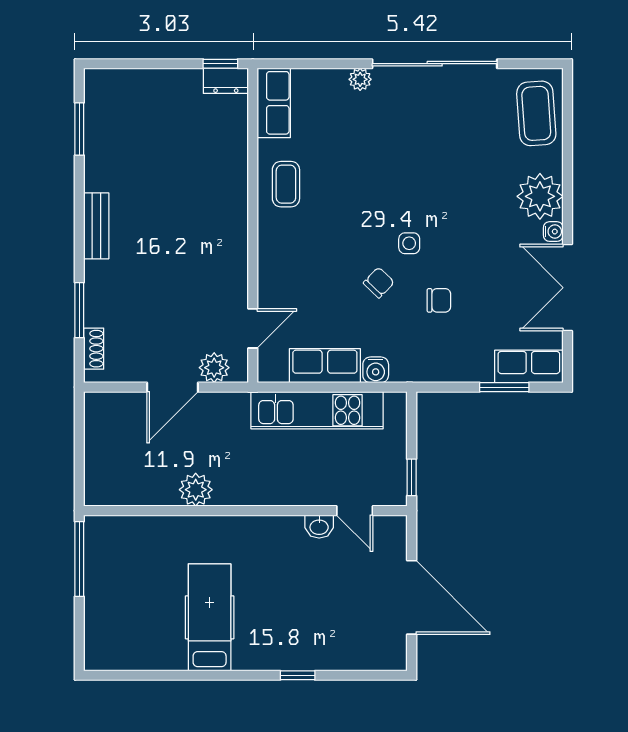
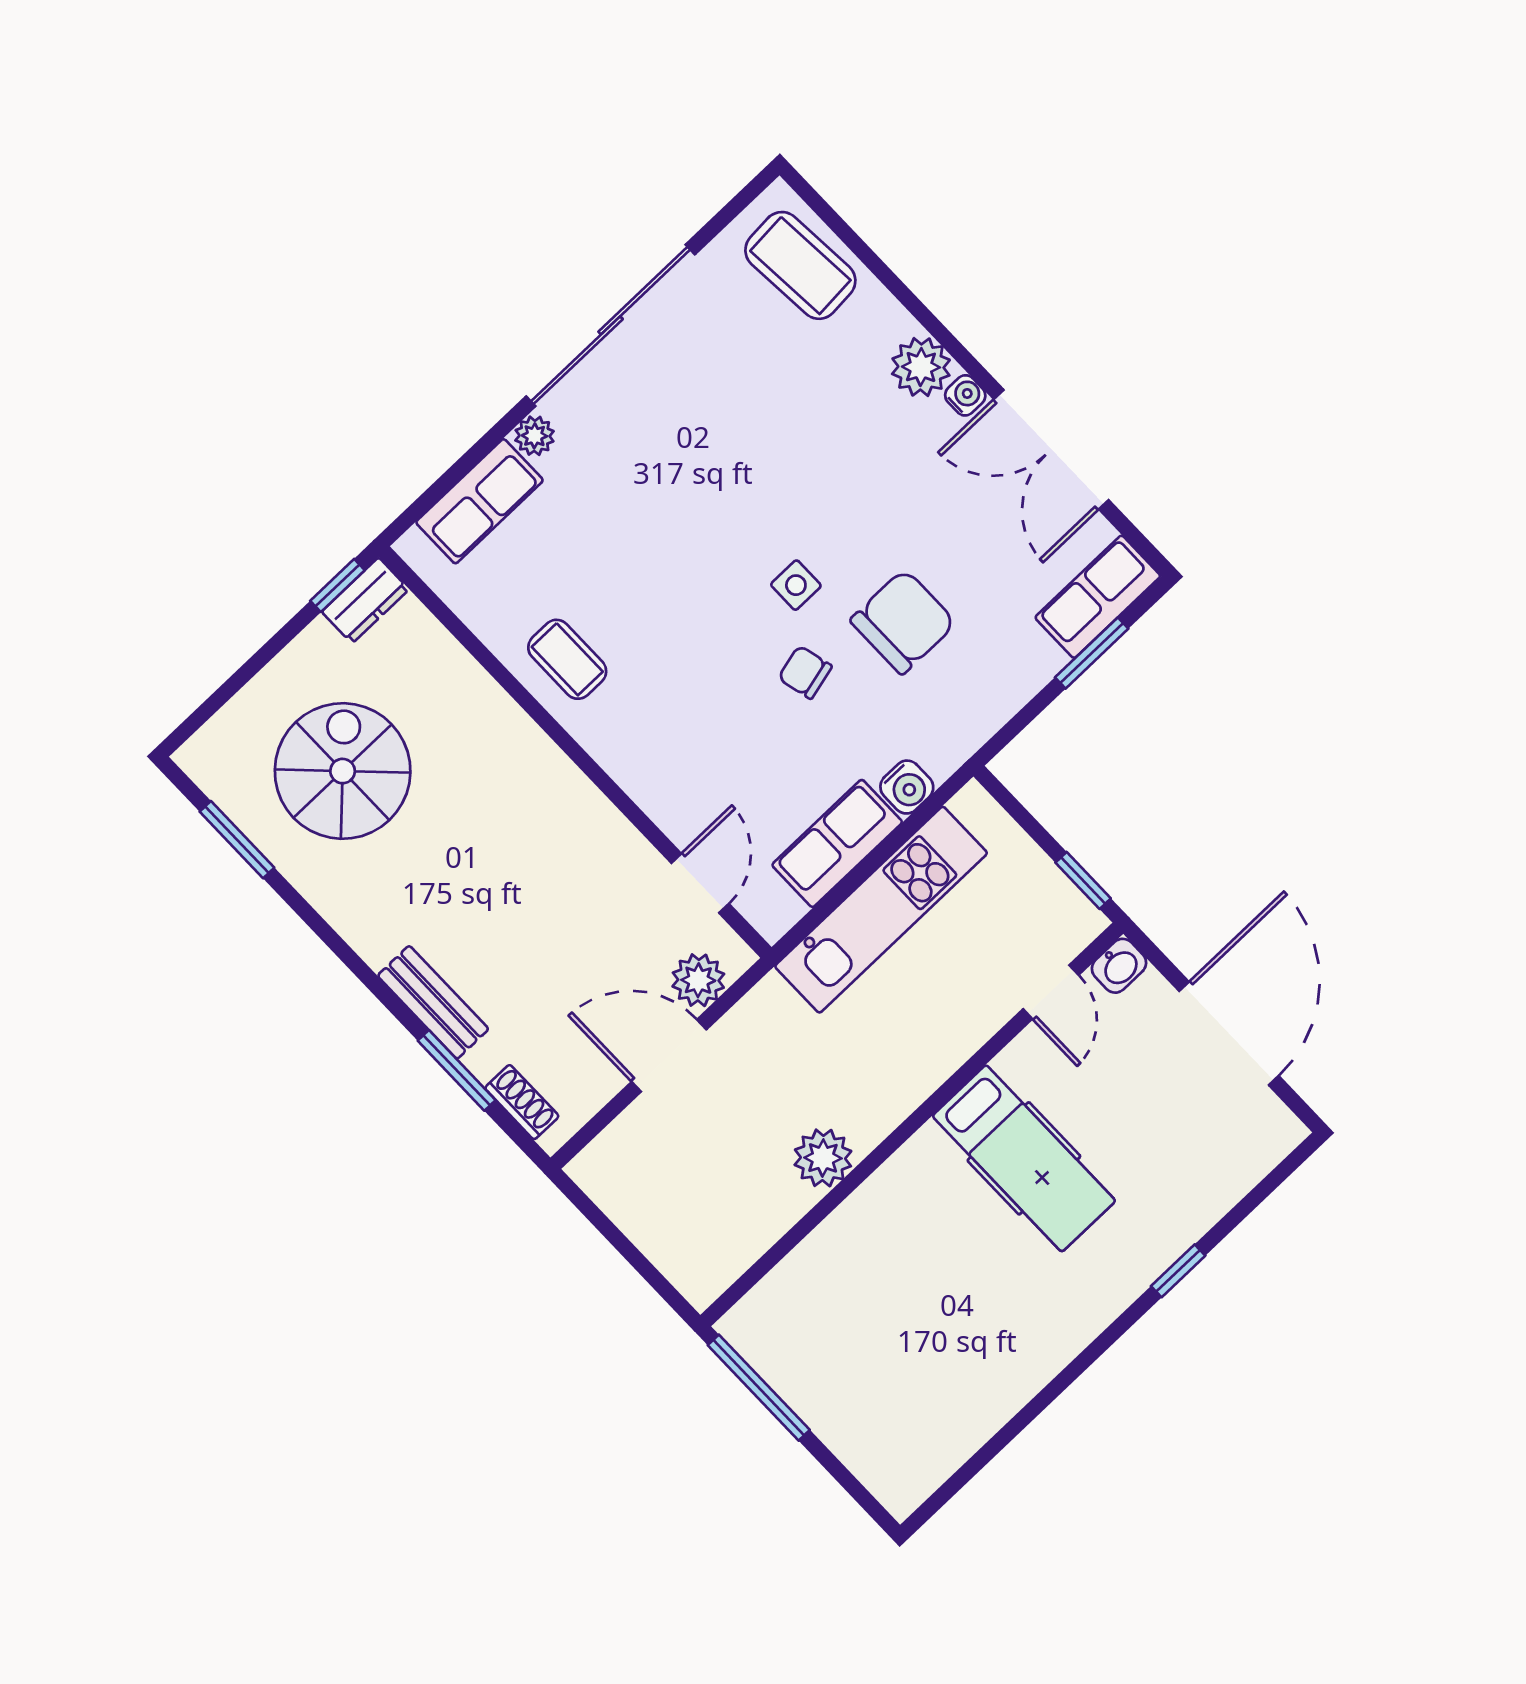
row of seats: (274, 103) -> (479, 501), moved, turned 90
spiral stairs: (150, 142) -> (343, 771), added
plant: (540, 196) -> (921, 367), width x0.73, depth x0.73
bench: (96, 226) -> (433, 1002), moved
chair: (379, 283) -> (805, 672), turned -58
chair: (439, 300) -> (903, 622), width x1.87, depth x1.87
door: (172, 387) -> (669, 1056), swing flipped
door: (355, 511) -> (1051, 992), hinge flipped
washbasin: (319, 527) -> (1119, 966), moved
door: (412, 597) -> (1229, 1033), hinge flipped
hospital bed: (210, 617) -> (1024, 1158), moved, turned 180

